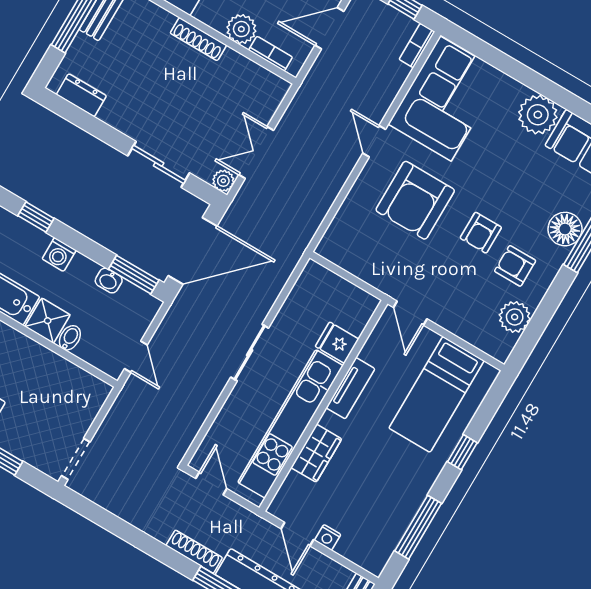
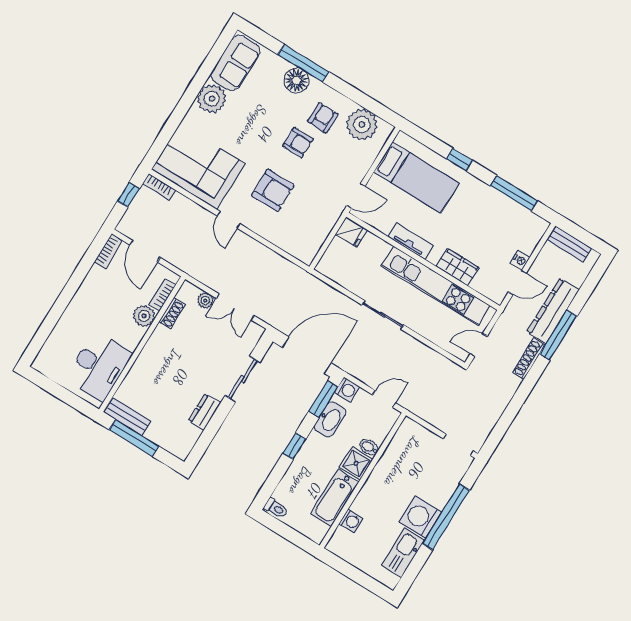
shoe rack: (198, 39) -> (172, 313), moved, width x0.70
dresser: (81, 95) -> (205, 412), moved
door: (374, 141) -> (229, 220), hinge flipped
plant: (223, 181) -> (205, 301), moved
armchair: (415, 200) -> (273, 190), width x0.73, depth x0.73
window: (36, 217) -> (294, 446), moved
door: (193, 251) -> (307, 355), hinge flipped
washing machine: (59, 255) -> (347, 390), moved
armchair: (515, 266) -> (323, 118), turned 180
washbasin: (109, 281) -> (330, 419), width x1.91, depth x1.45
plant: (515, 317) -> (362, 125), width x1.36, depth x1.36
fridge: (337, 343) -> (351, 232), moved, turned -90

